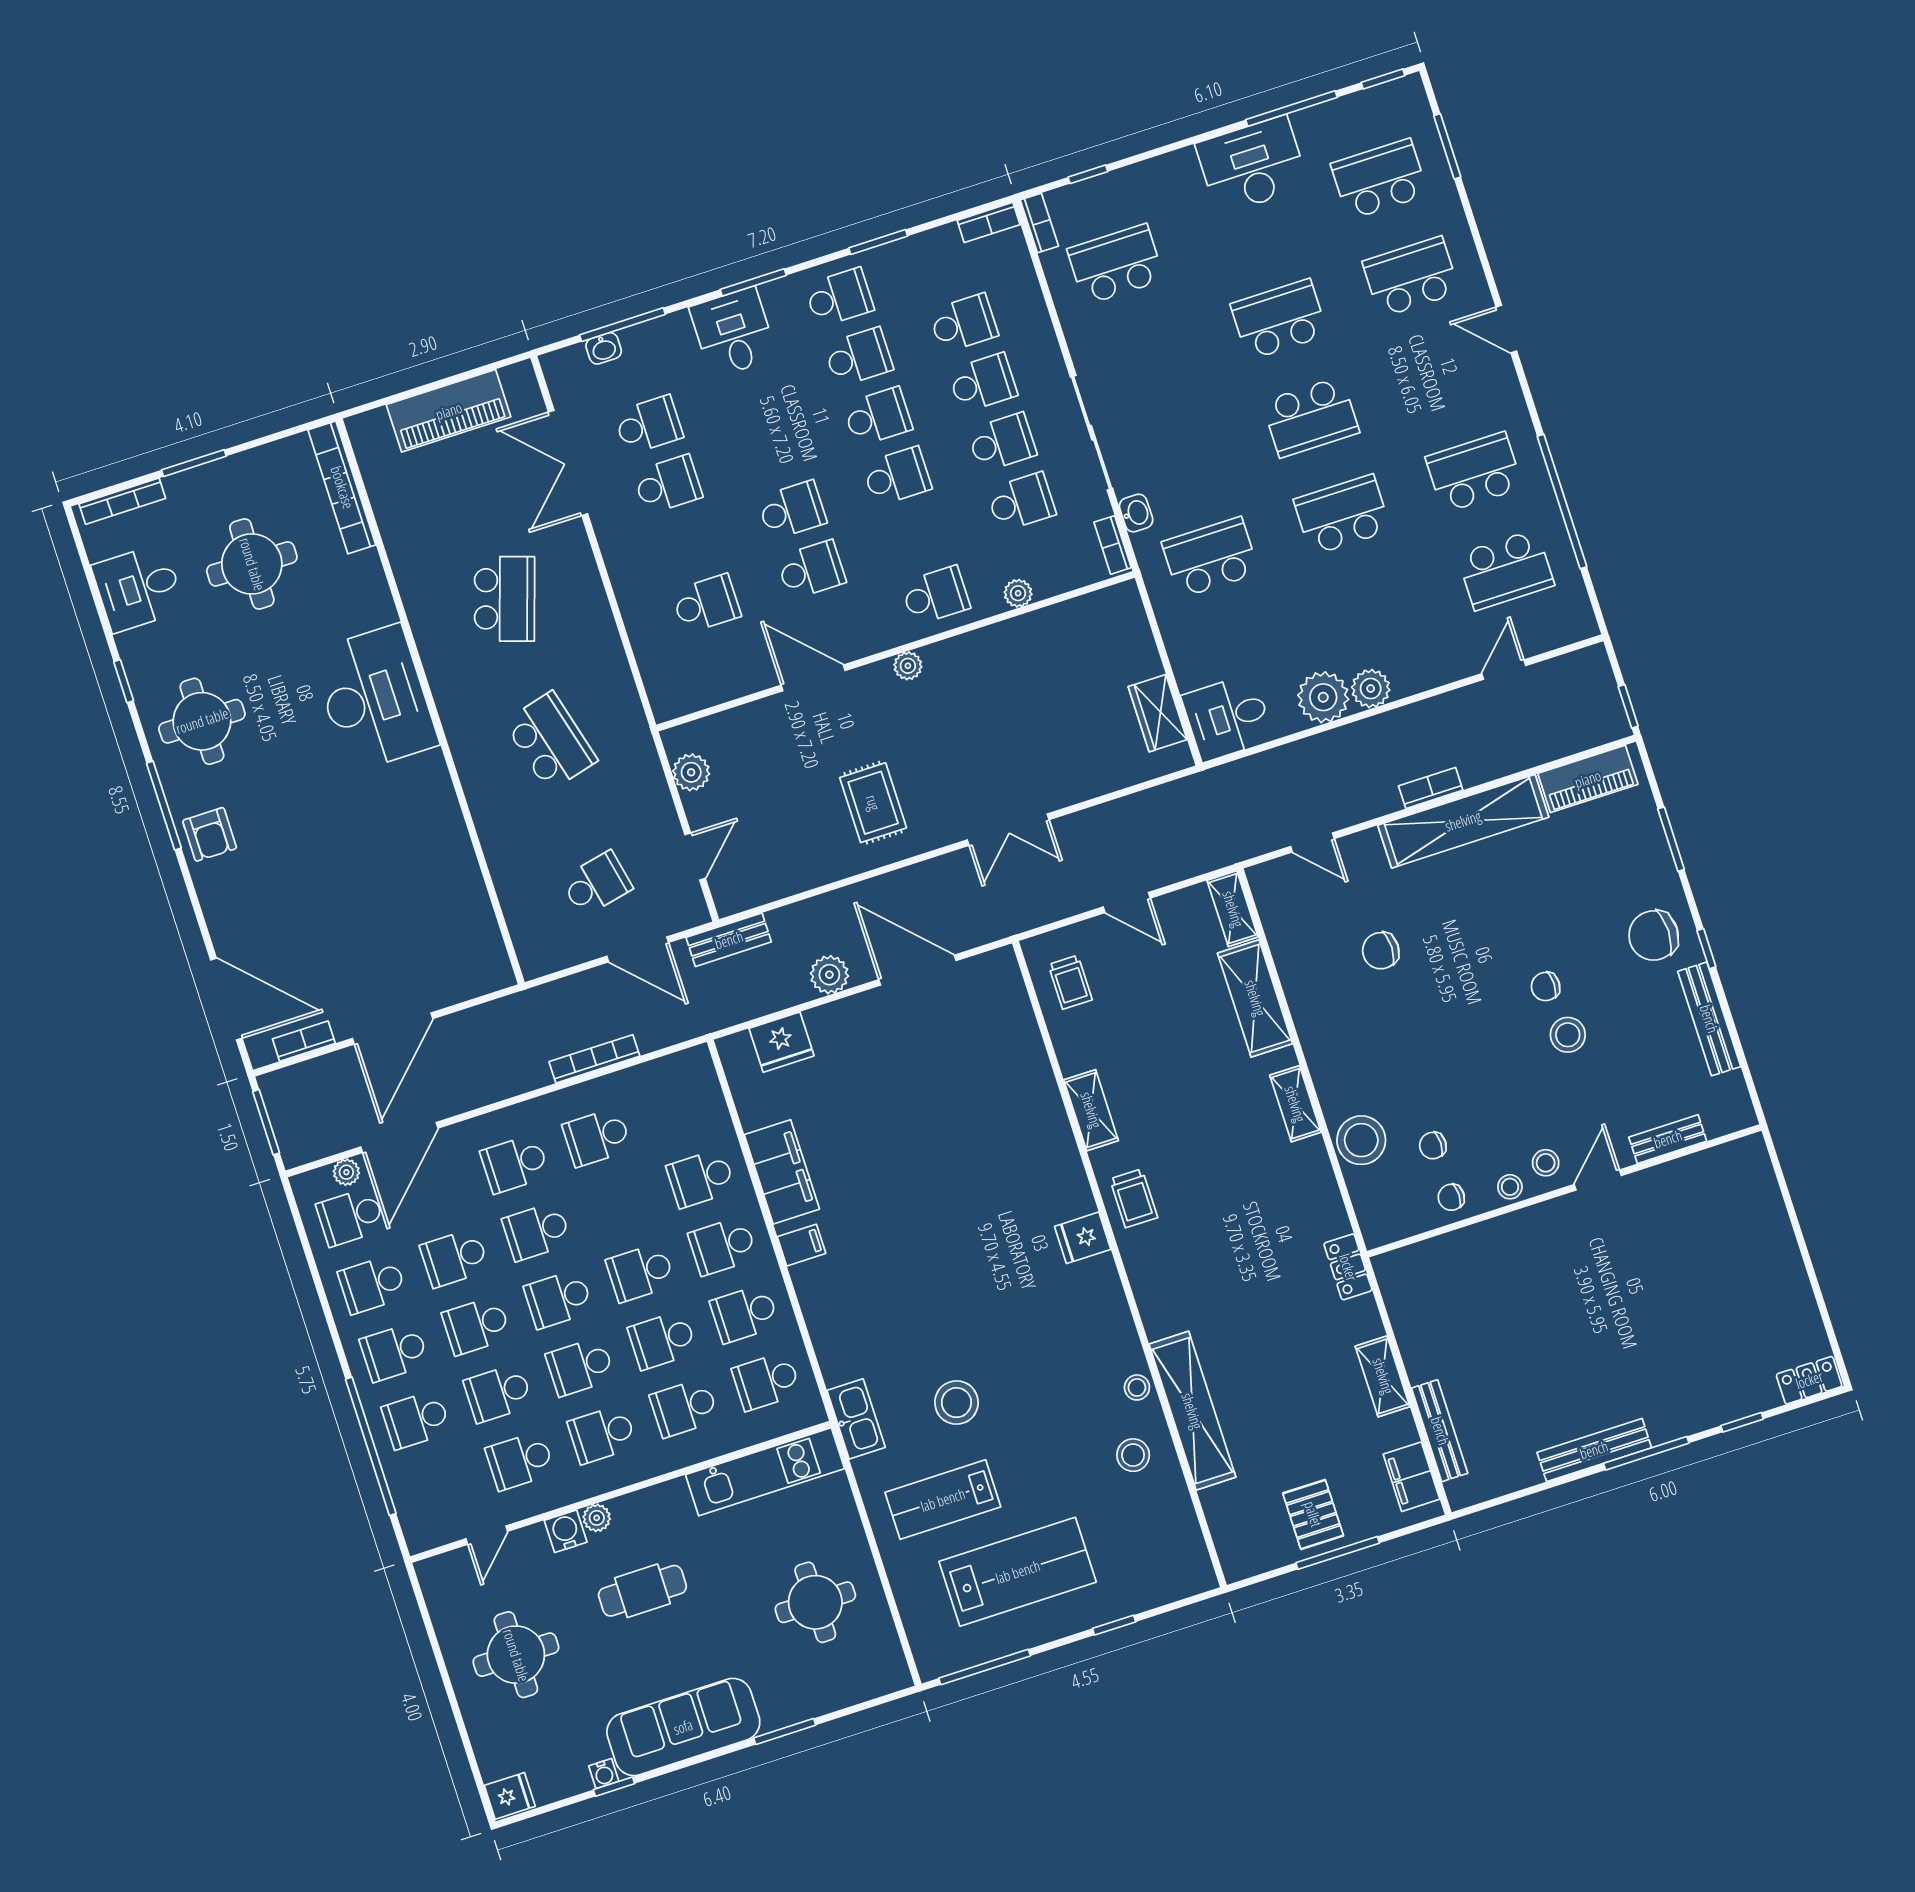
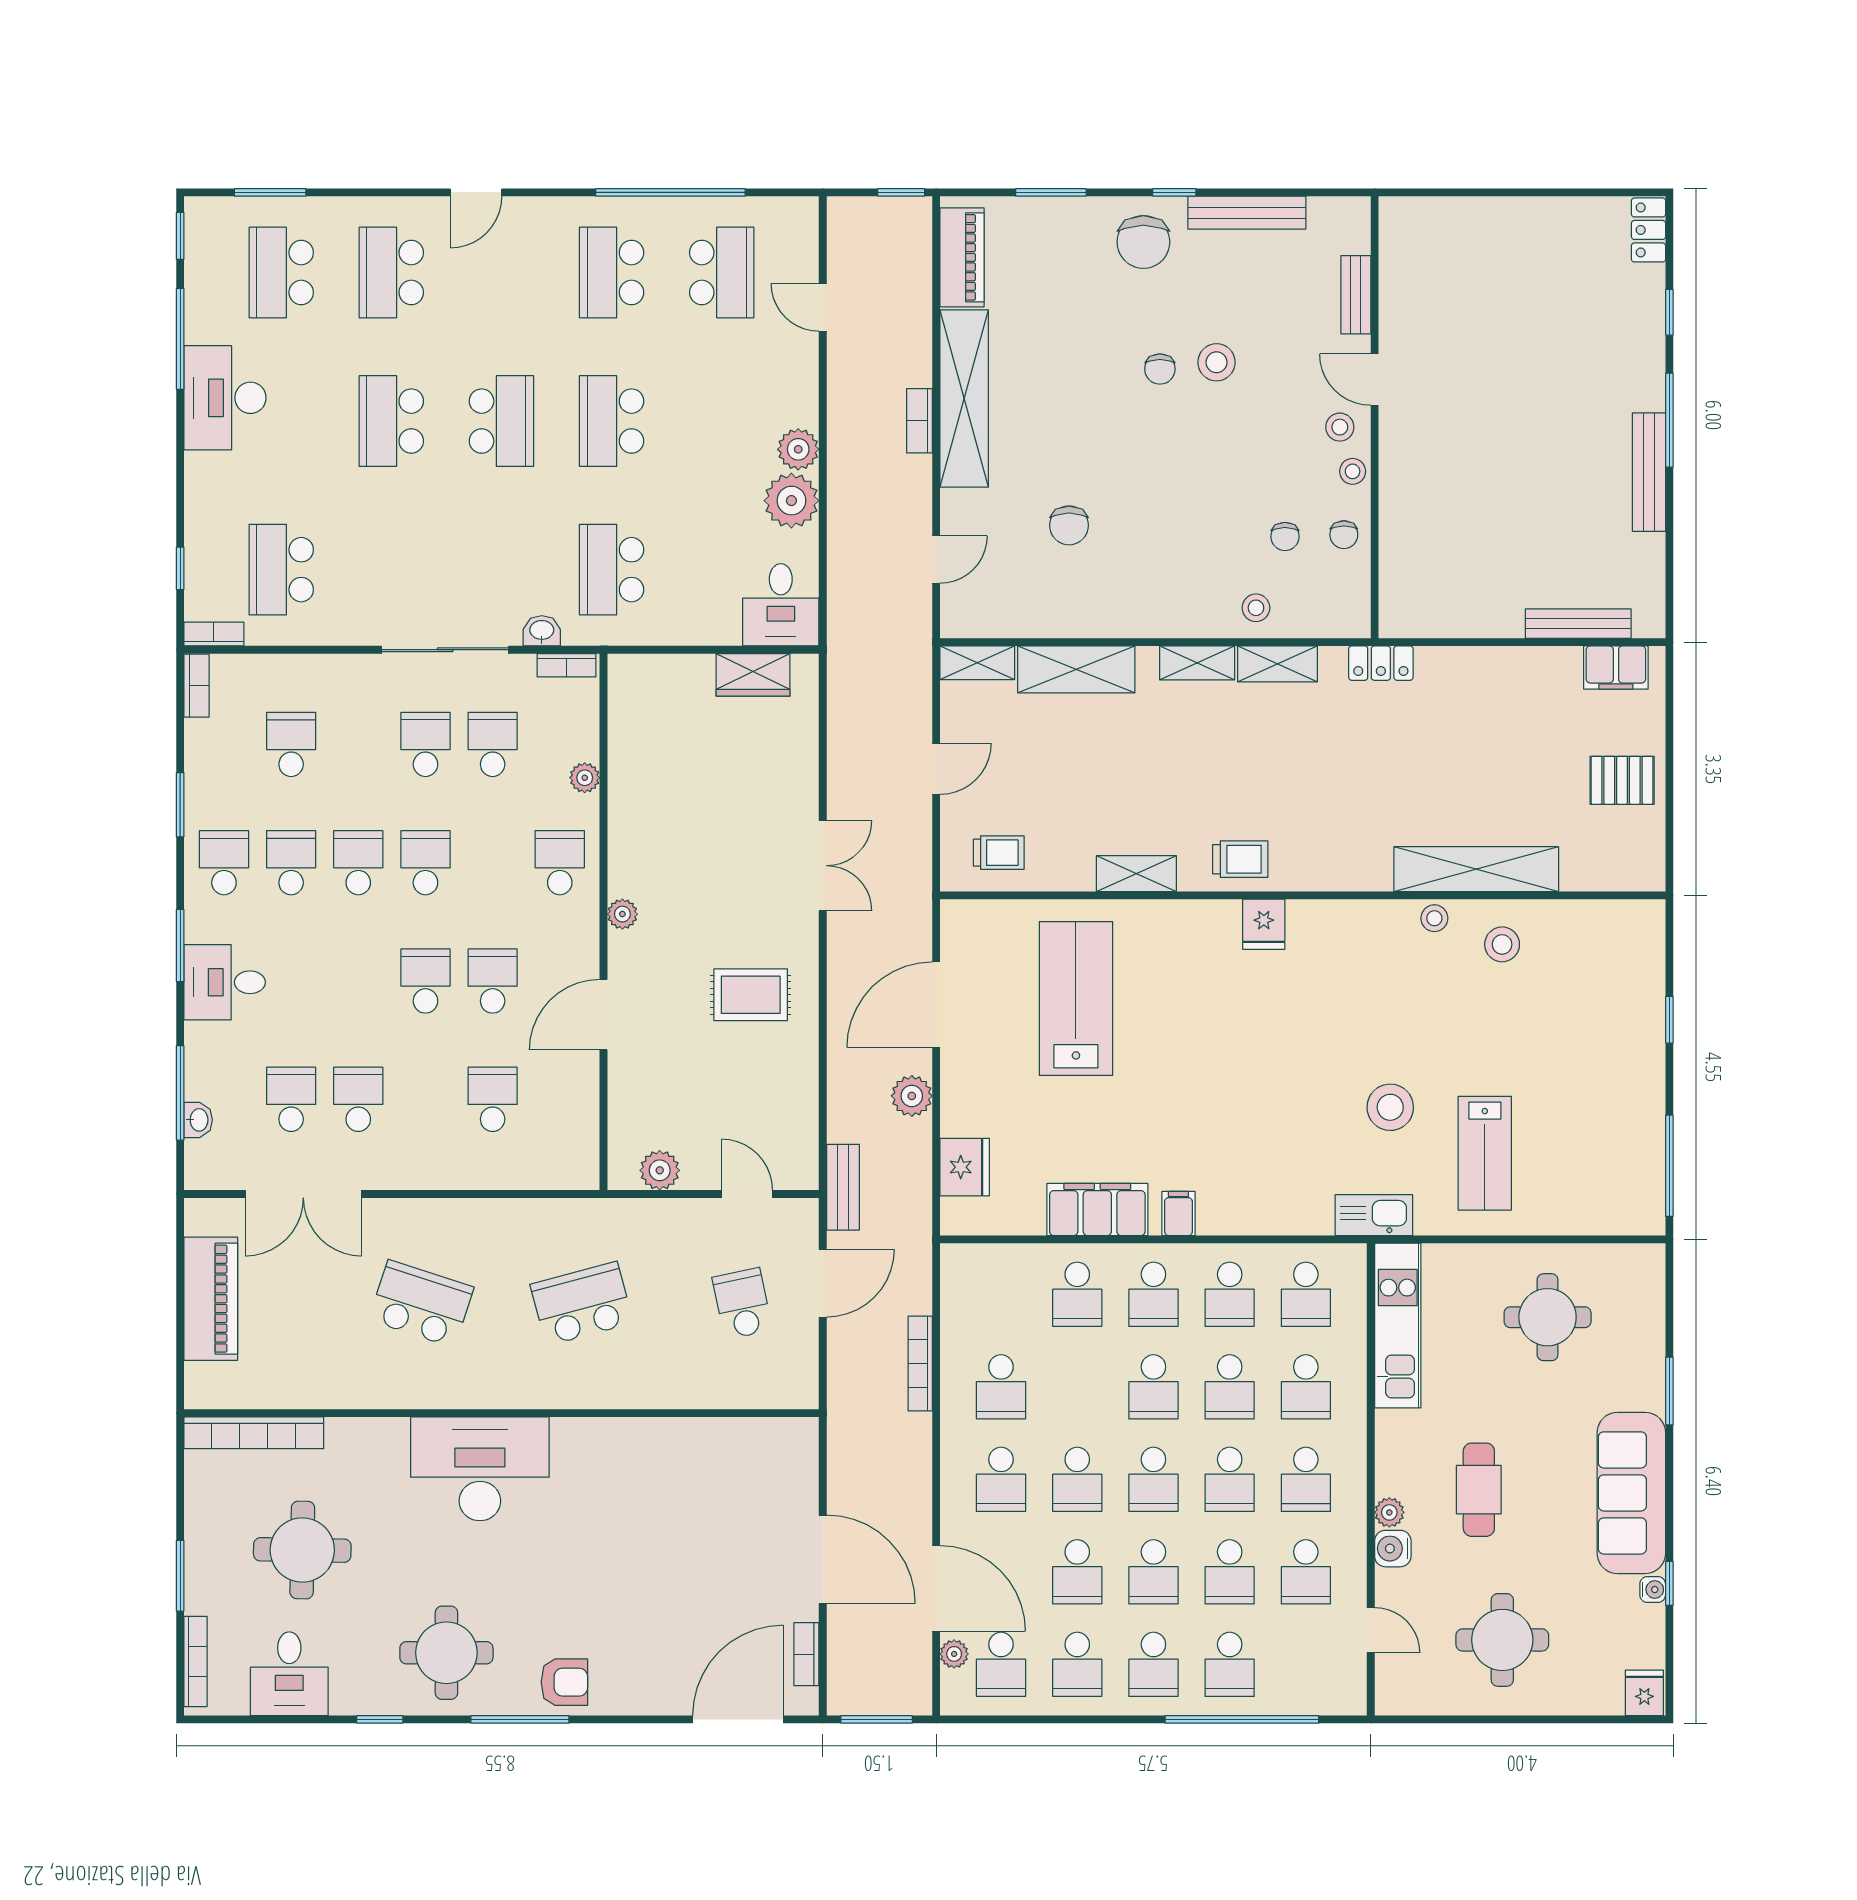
school desk: (983, 383) -> (358, 744), removed
stool: (1361, 1140) -> (1256, 608), width x0.53, depth x0.53
shelving: (1383, 1376) -> (1278, 664), moved
window: (1338, 1553) -> (1669, 768), removed
lab bench: (1018, 1572) -> (1076, 999), moved

